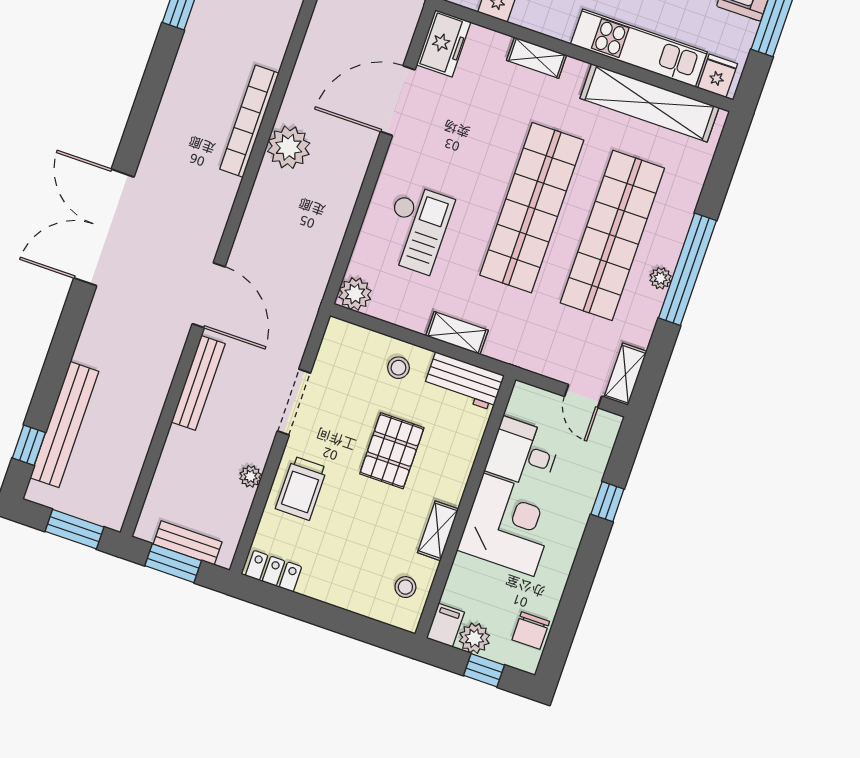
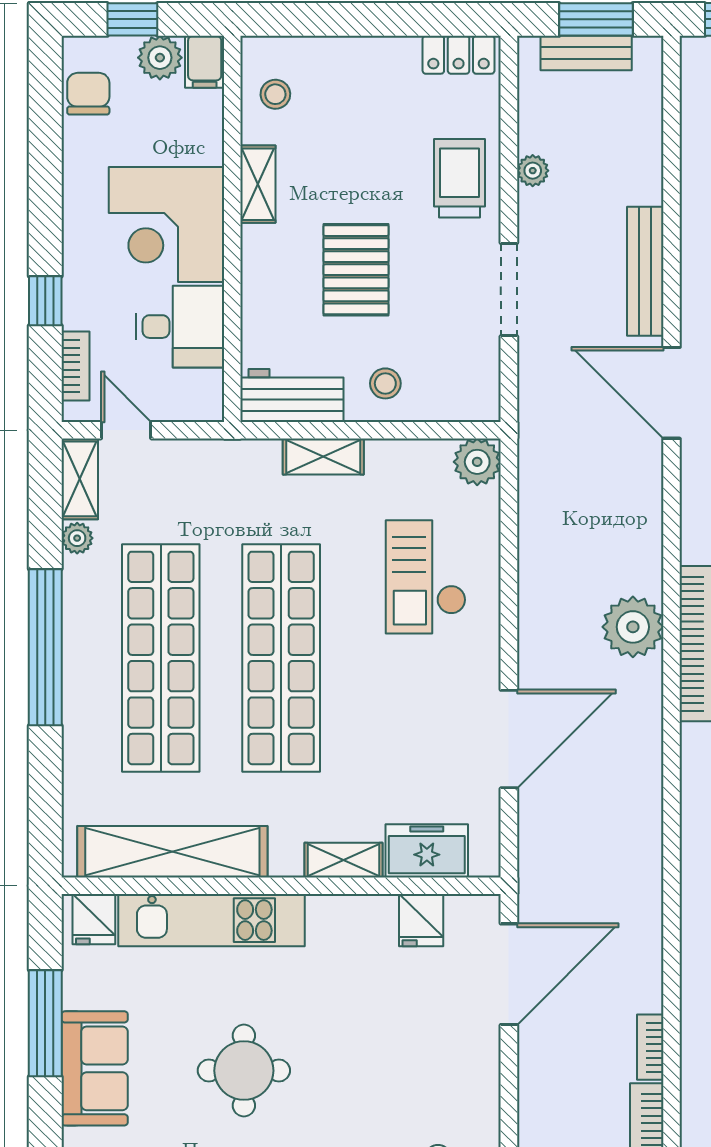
freezer: (444, 43) -> (427, 851), moved, turned 90
plant: (661, 278) -> (77, 538), moved
bookcase: (602, 451) -> (75, 366), added

